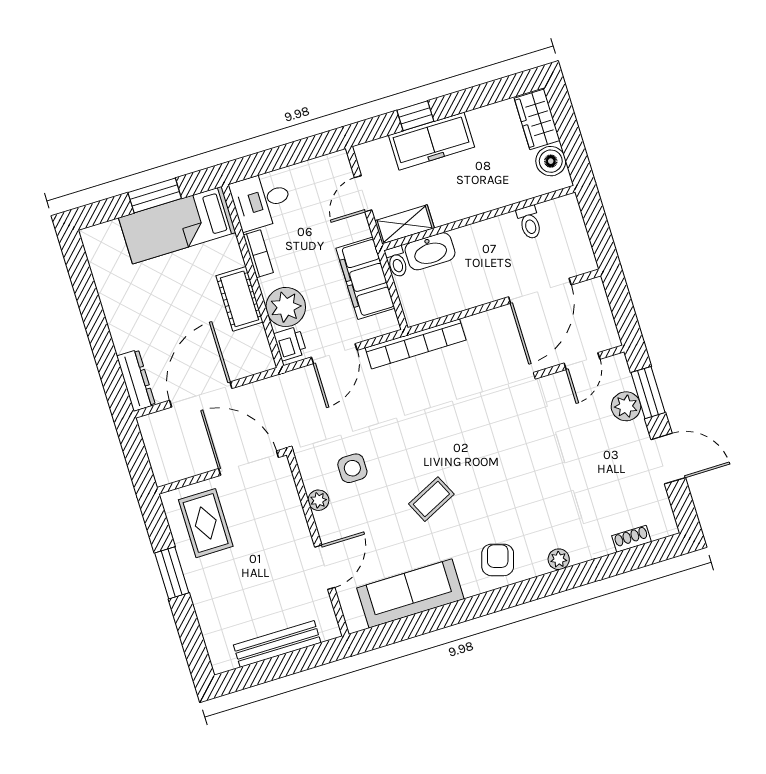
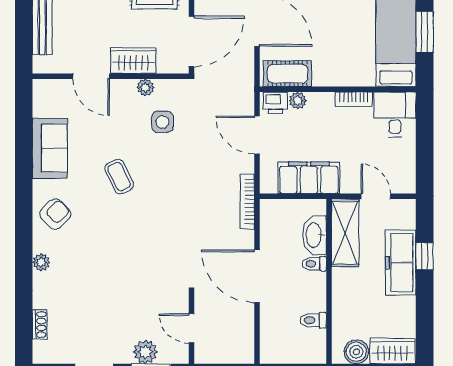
shelving: (405, 224) -> (345, 233), width x1.50, depth x1.33
toilet: (397, 262) -> (314, 264), moved
door: (540, 291) -> (257, 276), moved
cot: (239, 299) -> (288, 74), moved
plant: (286, 307) -> (298, 101), width x0.53, depth x0.53
bookcase: (416, 344) -> (247, 201), width x0.68, depth x0.76
wardrobe: (292, 524) -> (133, 61), added
armchair: (498, 560) -> (55, 214), turned -61
sofa: (410, 593) -> (50, 148), width x0.73

